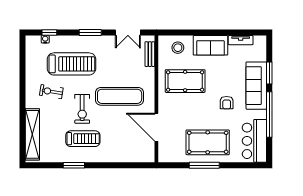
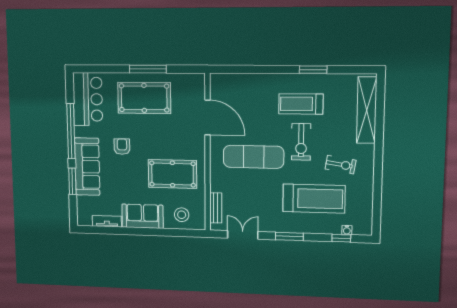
treadmill: (71, 64) -> (314, 199), turned 180
exercise bike: (82, 109) -> (301, 142), turned 180

